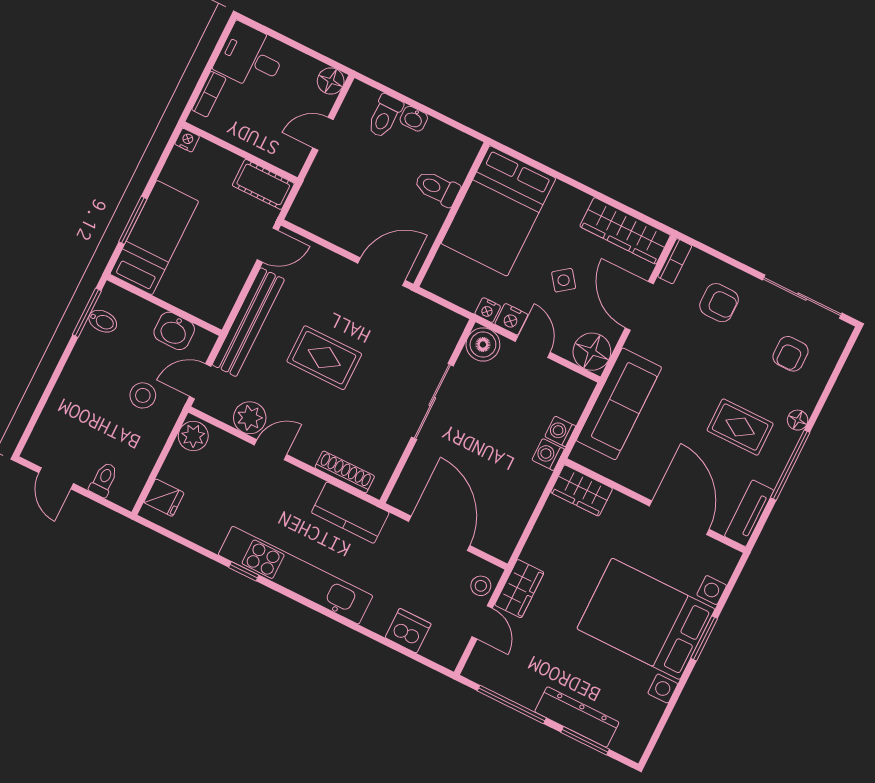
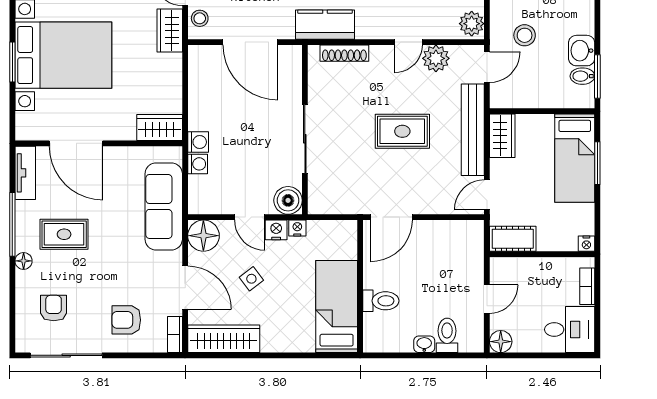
bed: (498, 211) -> (337, 307), width x0.67
wardrobe: (220, 300) -> (502, 136), added
washbasin: (174, 331) -> (582, 51), moved, turned -90

